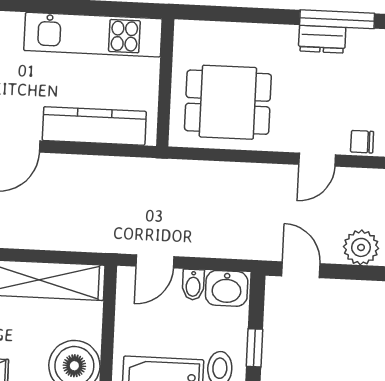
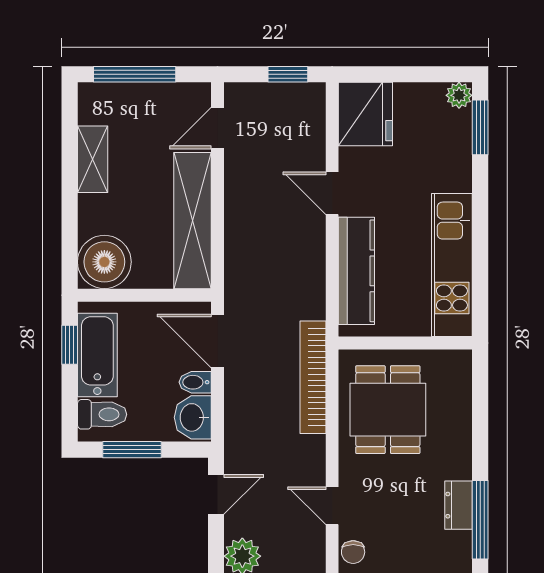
chair: (362, 142) -> (353, 552), turned 180
bookcase: (194, 172) -> (313, 377), added
door: (155, 261) -> (218, 341), width x1.38
window: (255, 348) -> (132, 450), width x1.50

